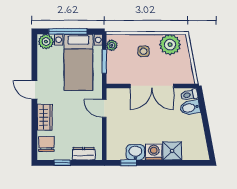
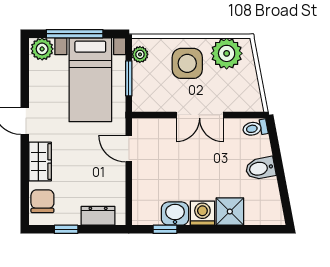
side table: (144, 51) -> (187, 63), width x1.87, depth x1.87
double door: (152, 86) -> (200, 115), width x0.73
bidet: (190, 108) -> (260, 168), moved

